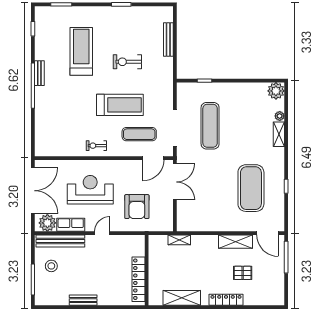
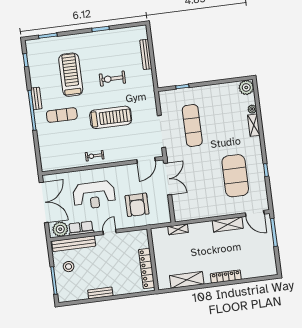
exercise mat: (139, 134) -> (62, 115), moved
reception desk: (90, 190) -> (94, 195), turned 180
pallet: (243, 273) -> (237, 251), removed

